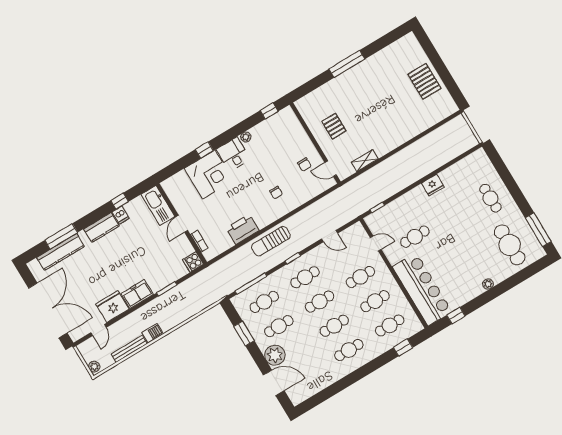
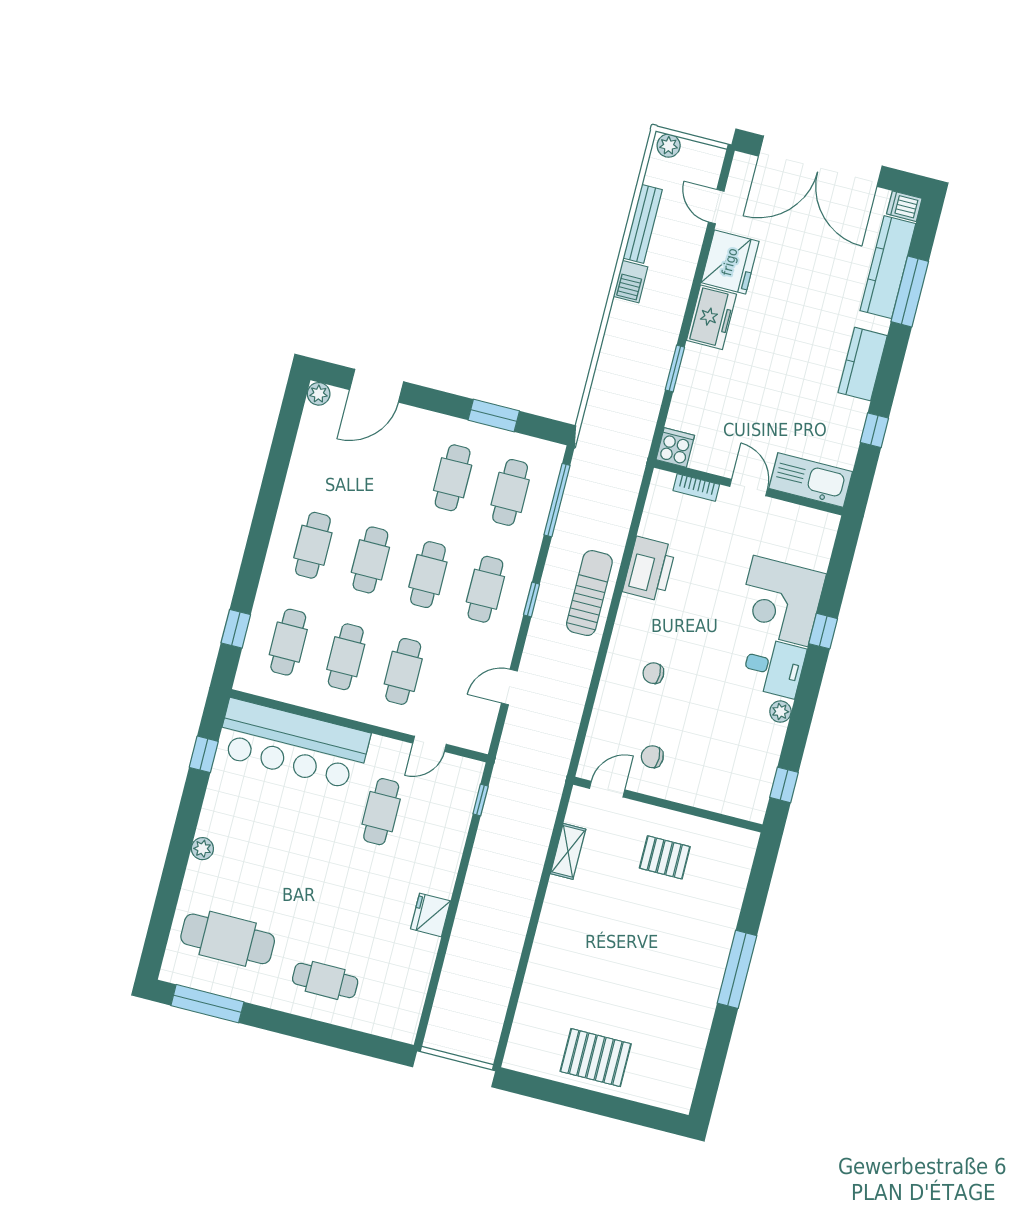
dishwasher: (121, 215) -> (904, 206), moved
plant: (275, 355) -> (319, 394), moved, width x0.53, depth x0.53

